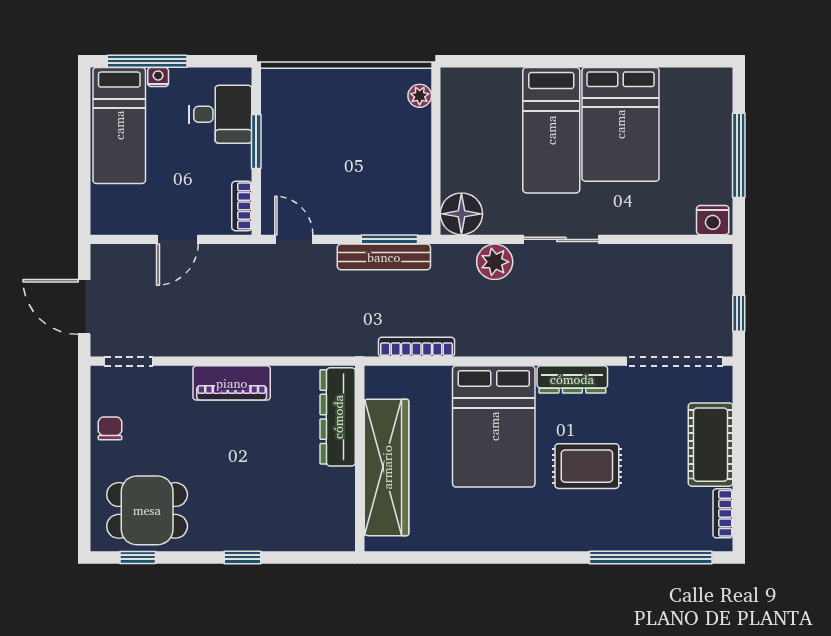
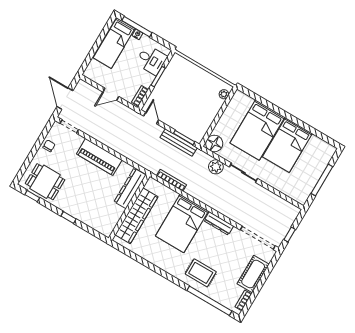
bed: (551, 130) -> (257, 130), width x1.50
nightstand: (713, 220) -> (300, 197), removed
piano: (232, 383) -> (99, 157), width x1.37, depth x1.33
rug: (587, 466) -> (201, 273), moved

